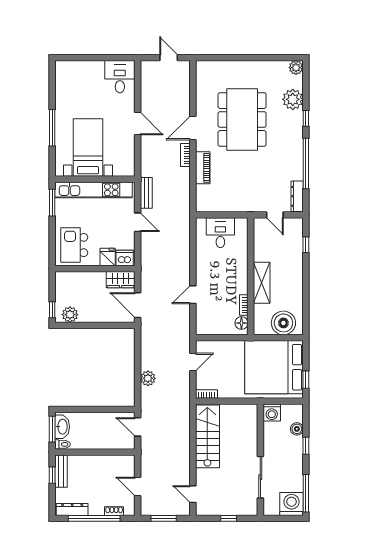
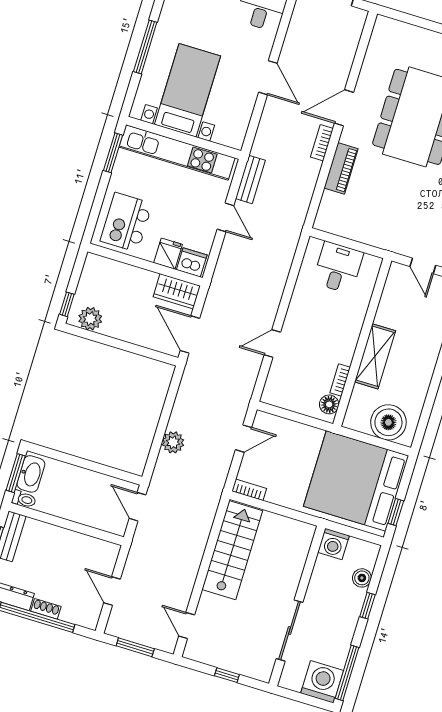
shoe rack: (114, 511) -> (46, 609), moved

